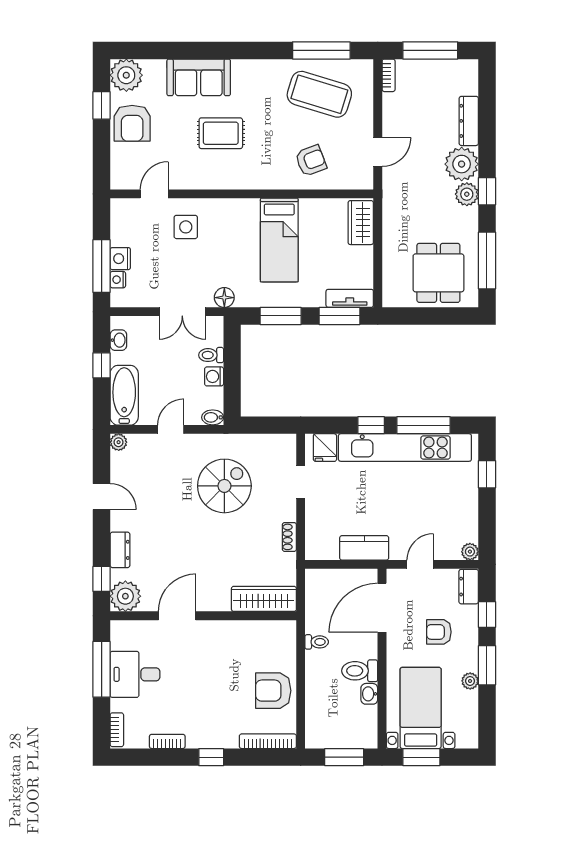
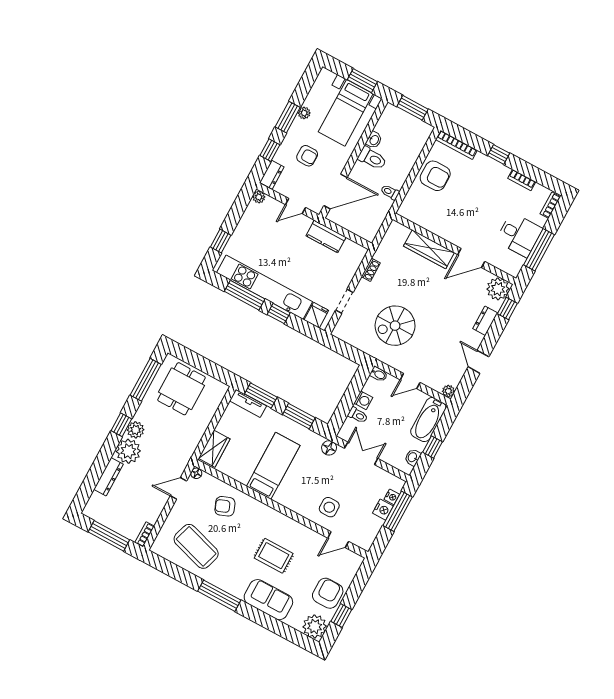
window: (321, 50) -> (219, 596), moved
floor lamp: (366, 182) -> (196, 473), added
wardrobe: (264, 599) -> (429, 249), moved

